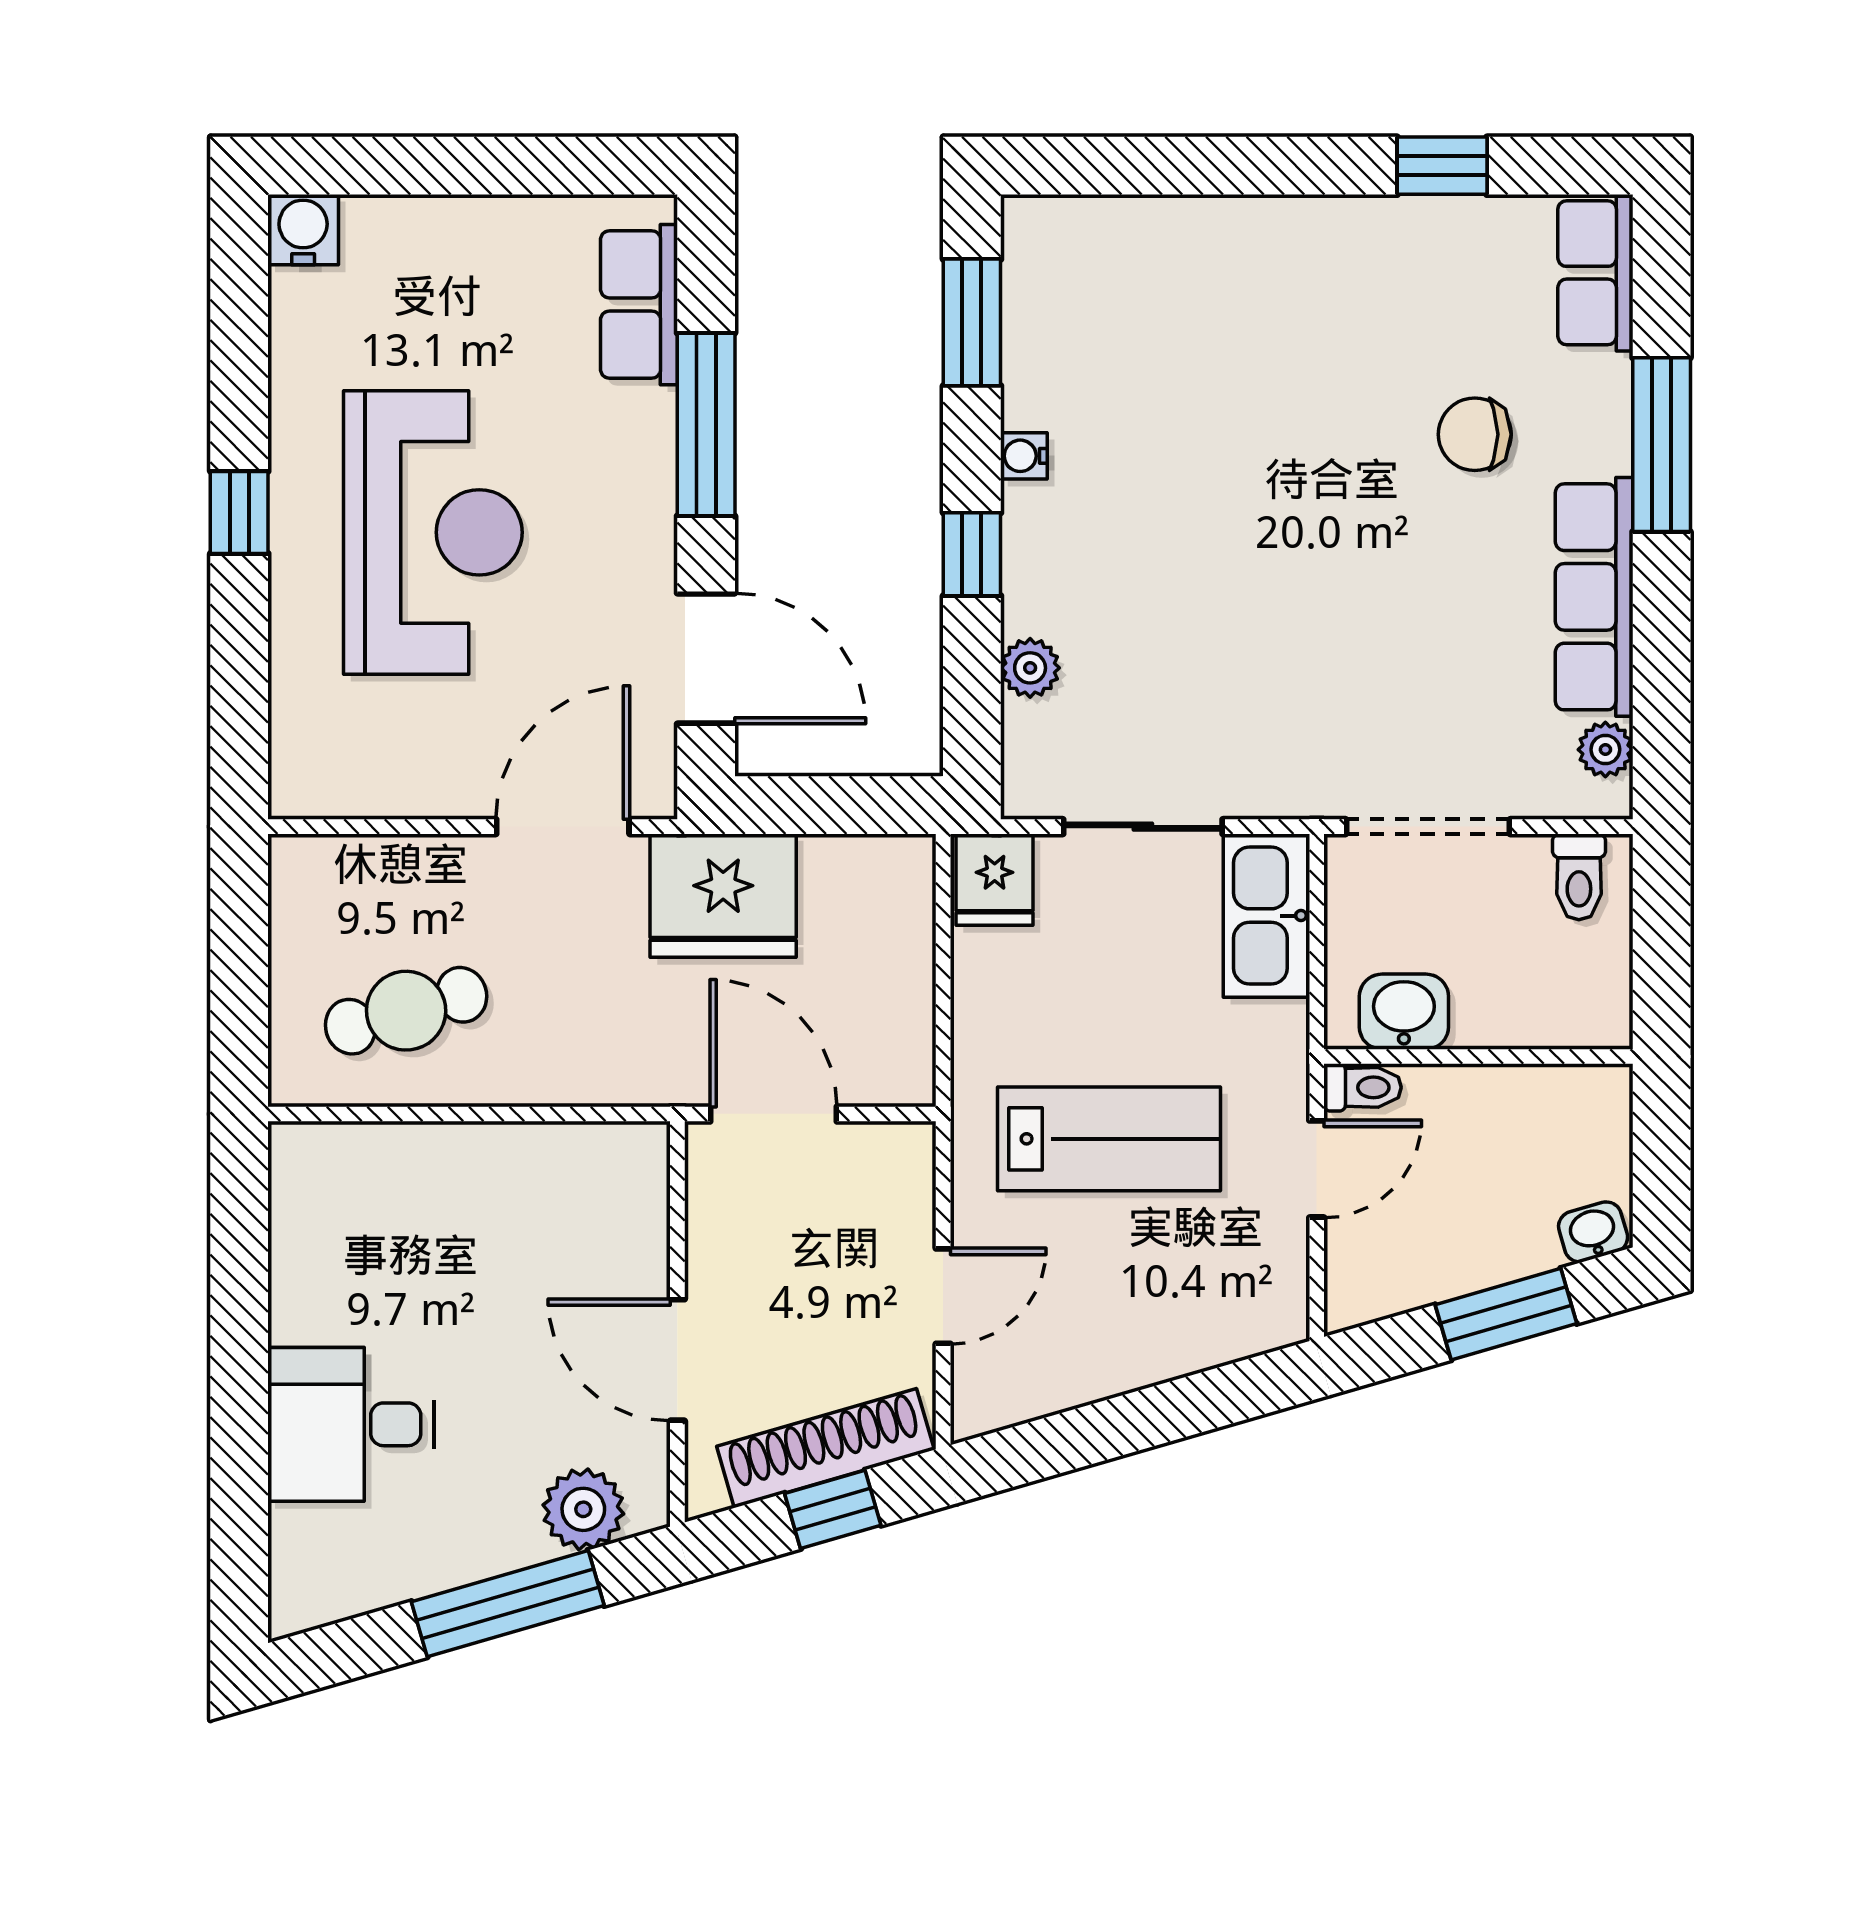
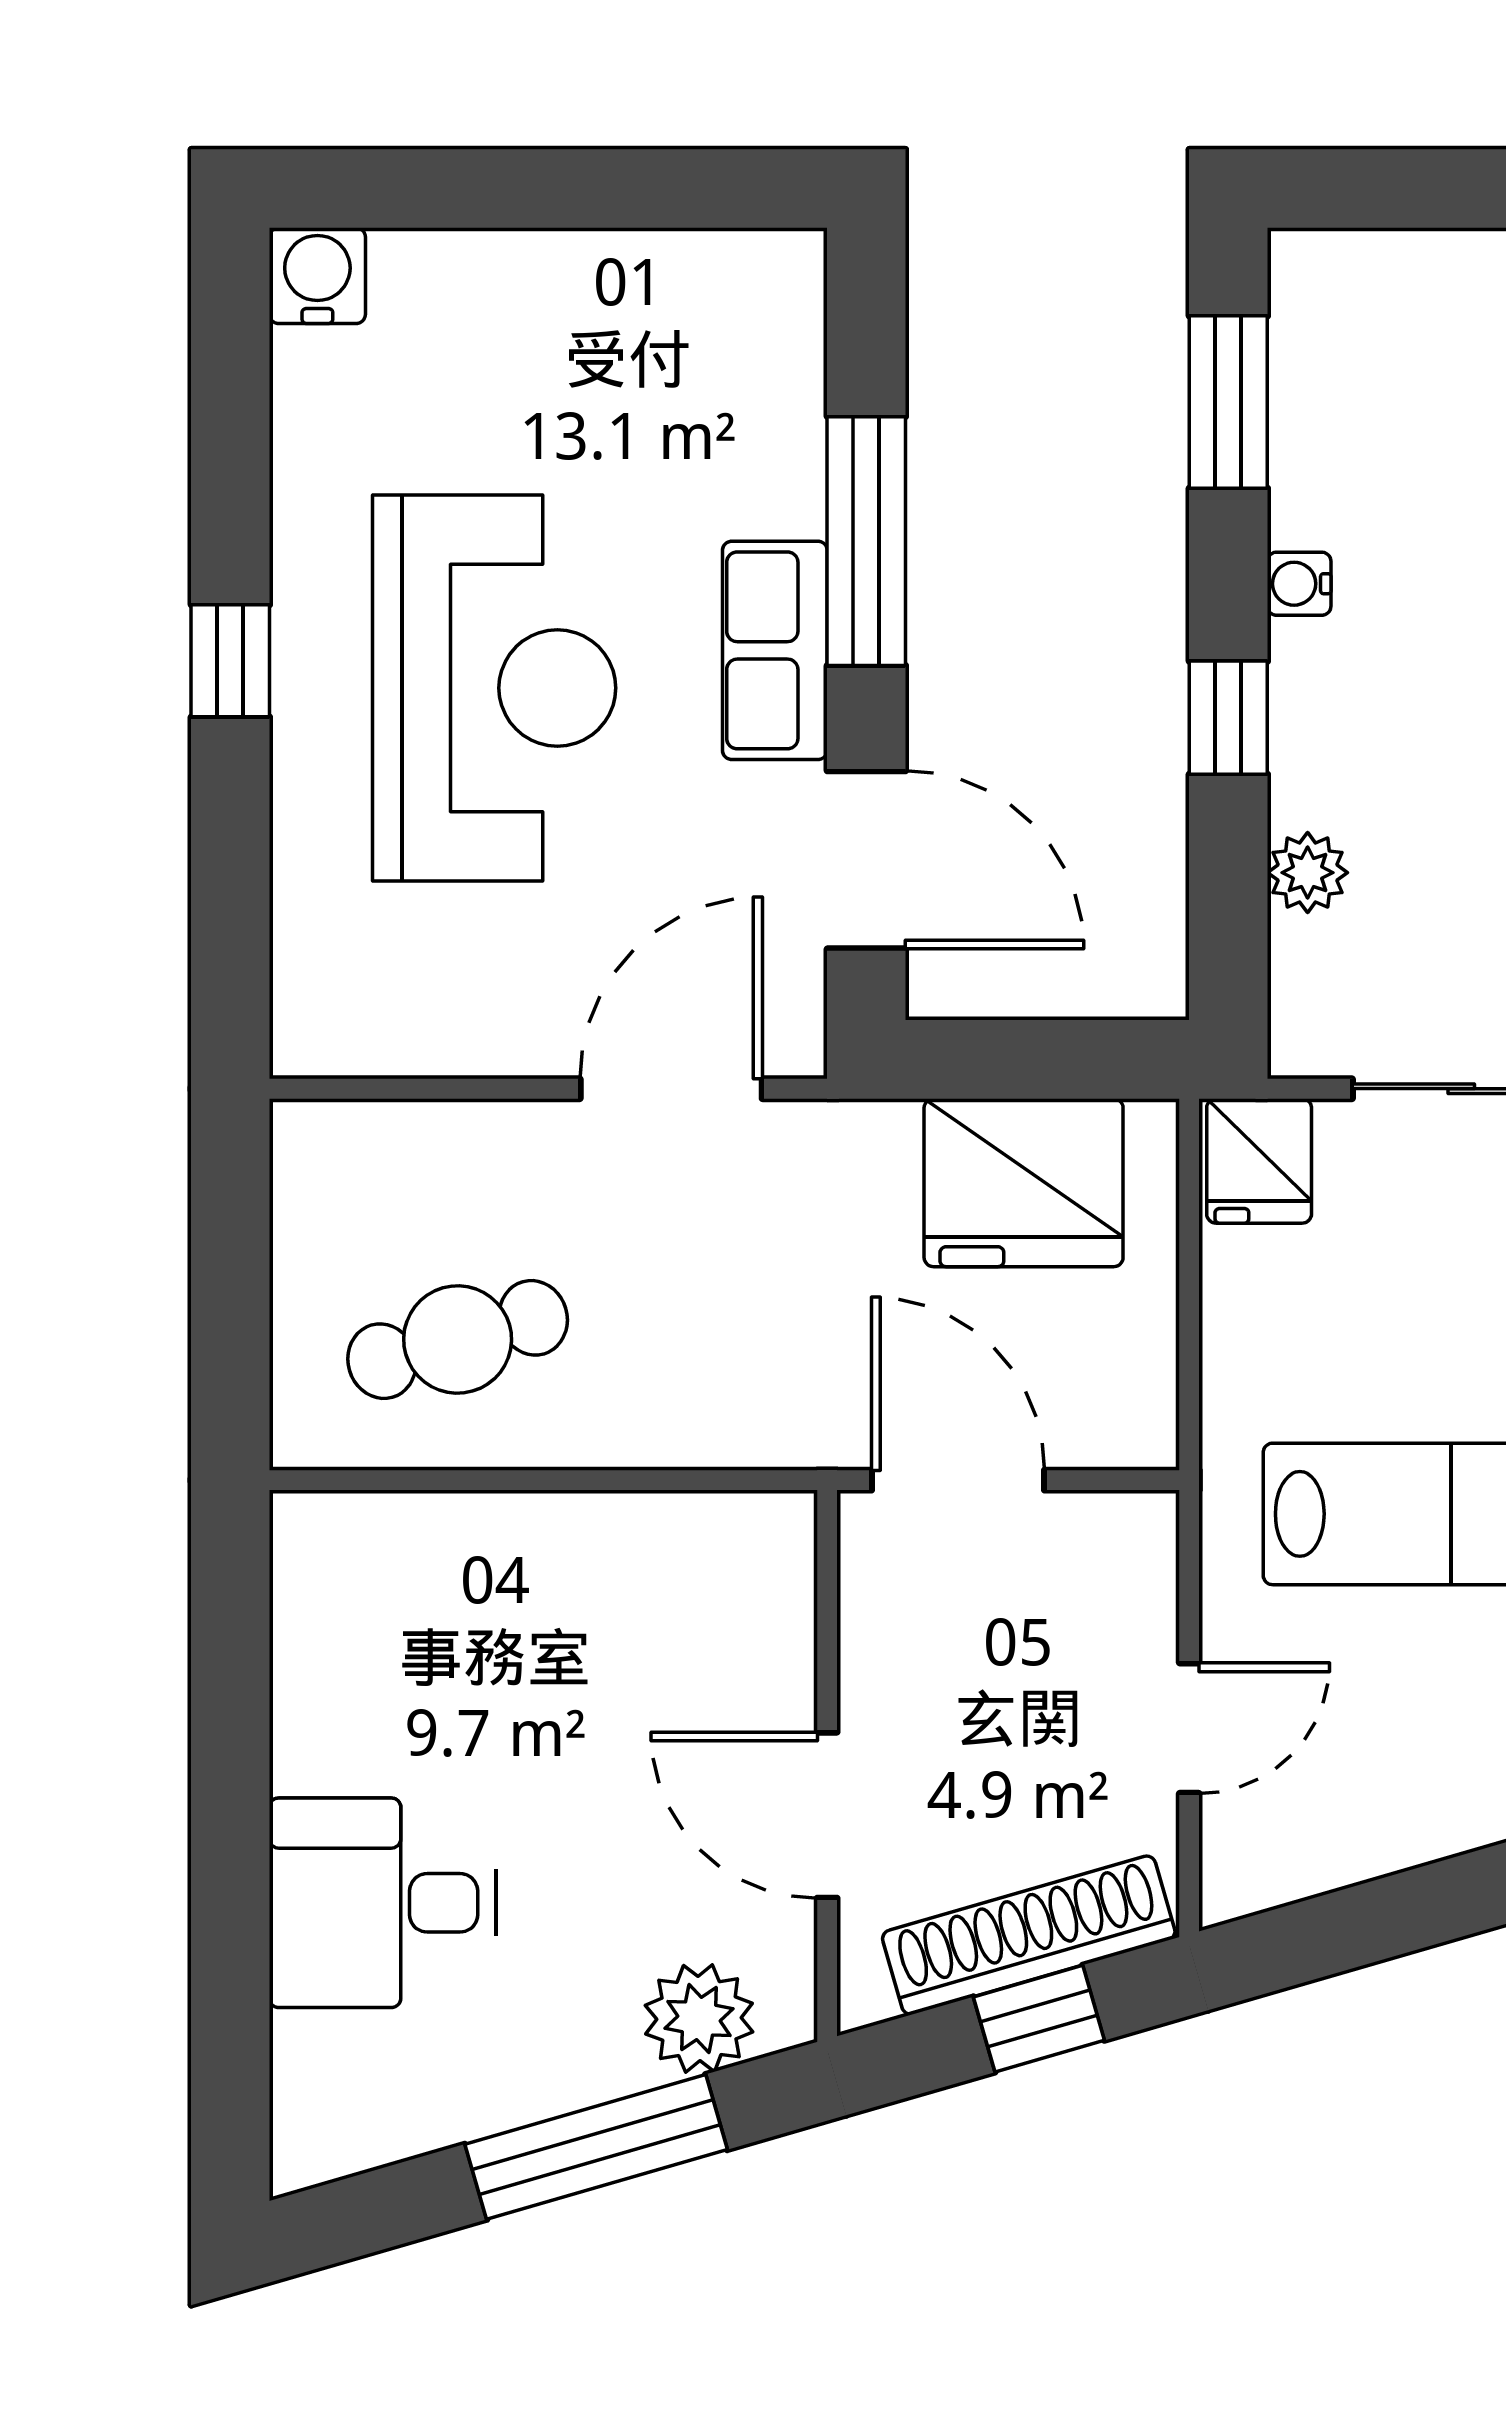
row of seats: (639, 305) -> (775, 650), moved
fridge: (723, 896) -> (1024, 1183), moved

